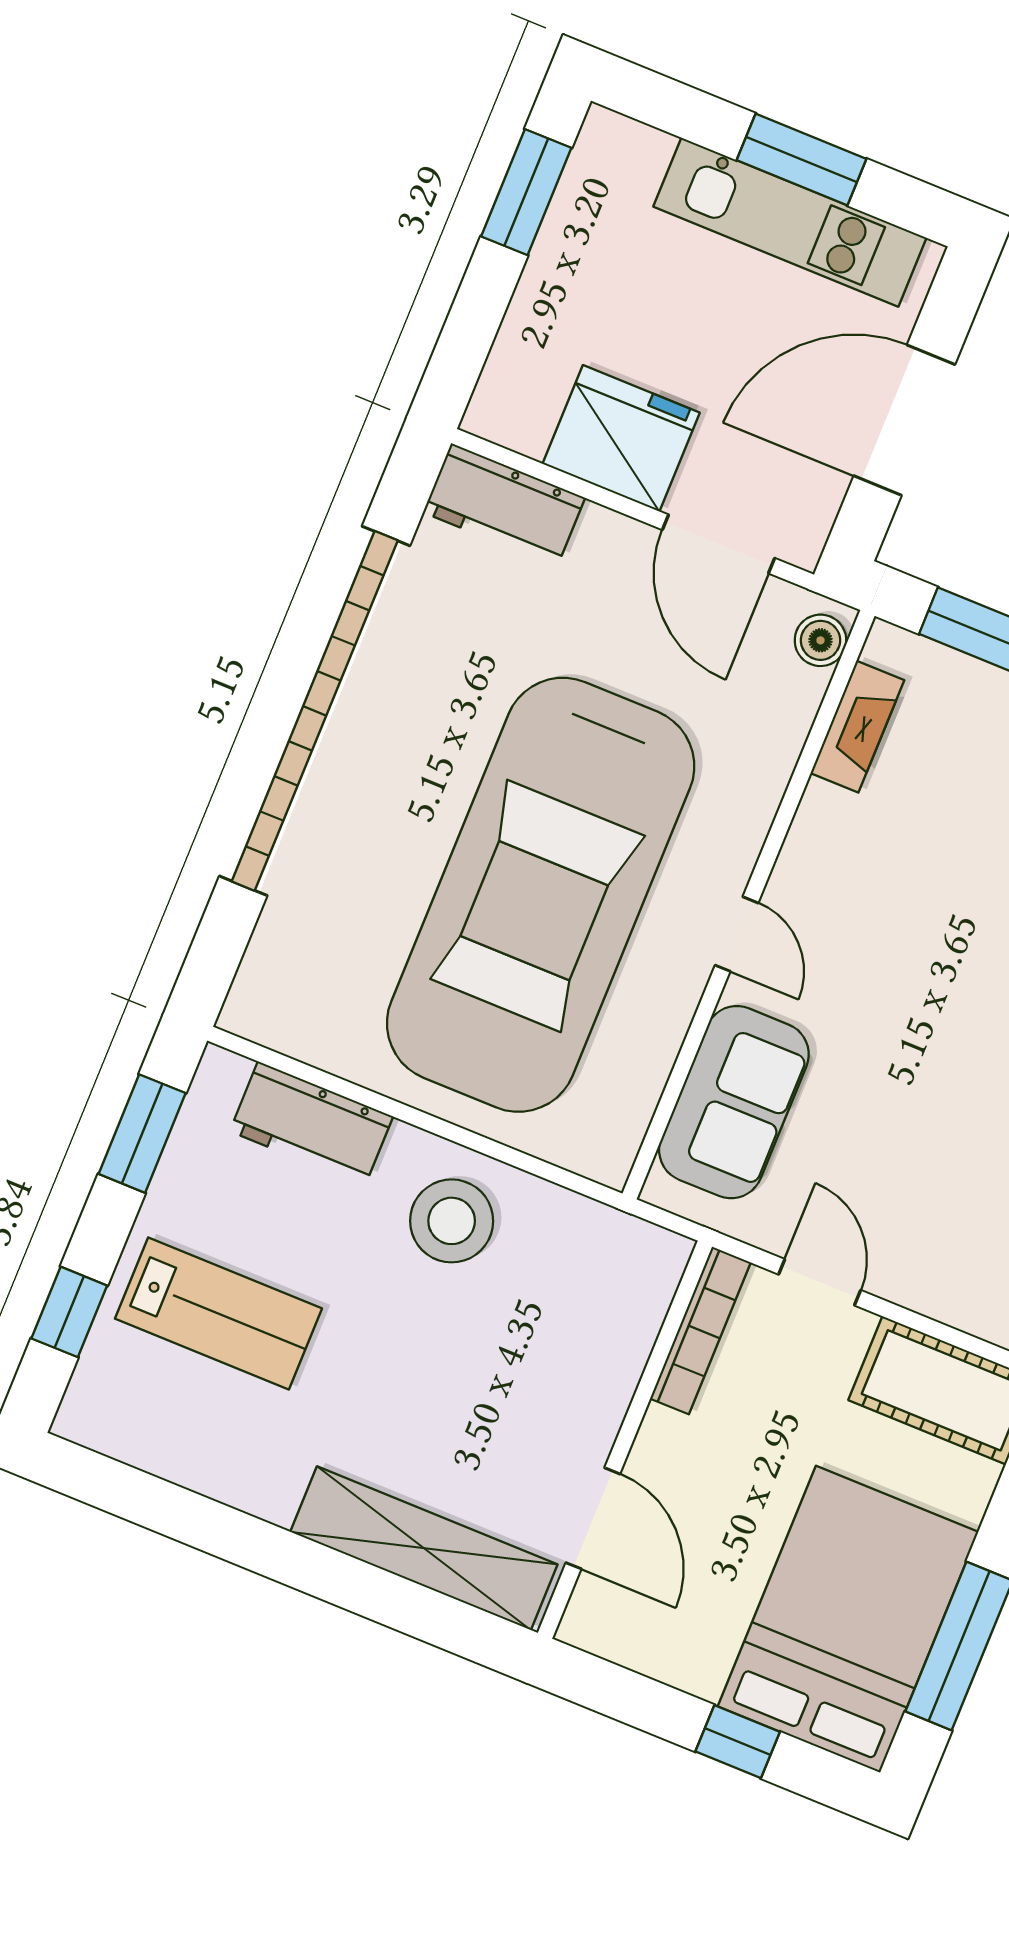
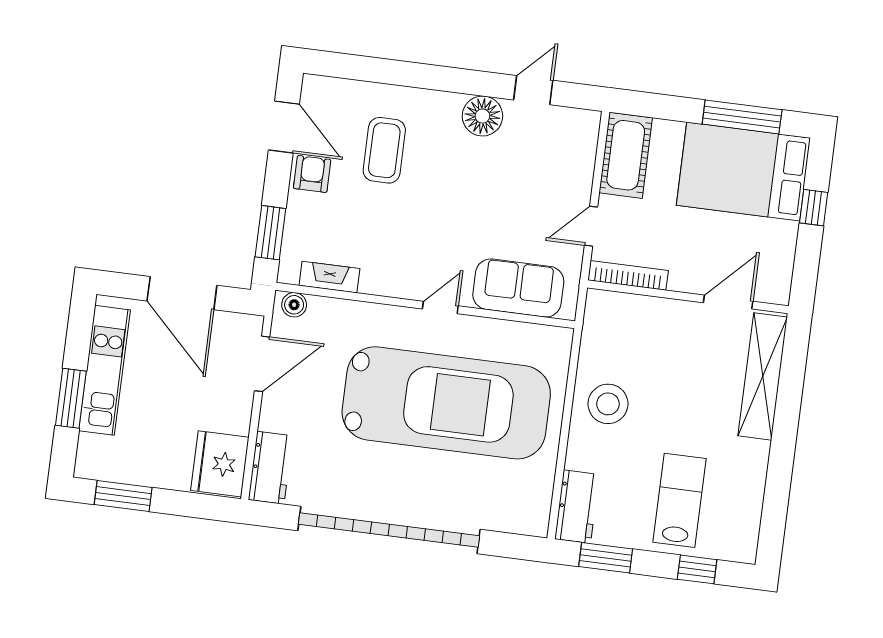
window: (802, 160) -> (71, 398), moved
fridge: (621, 438) -> (220, 464), moved
workbench: (311, 1124) -> (577, 507), moved

